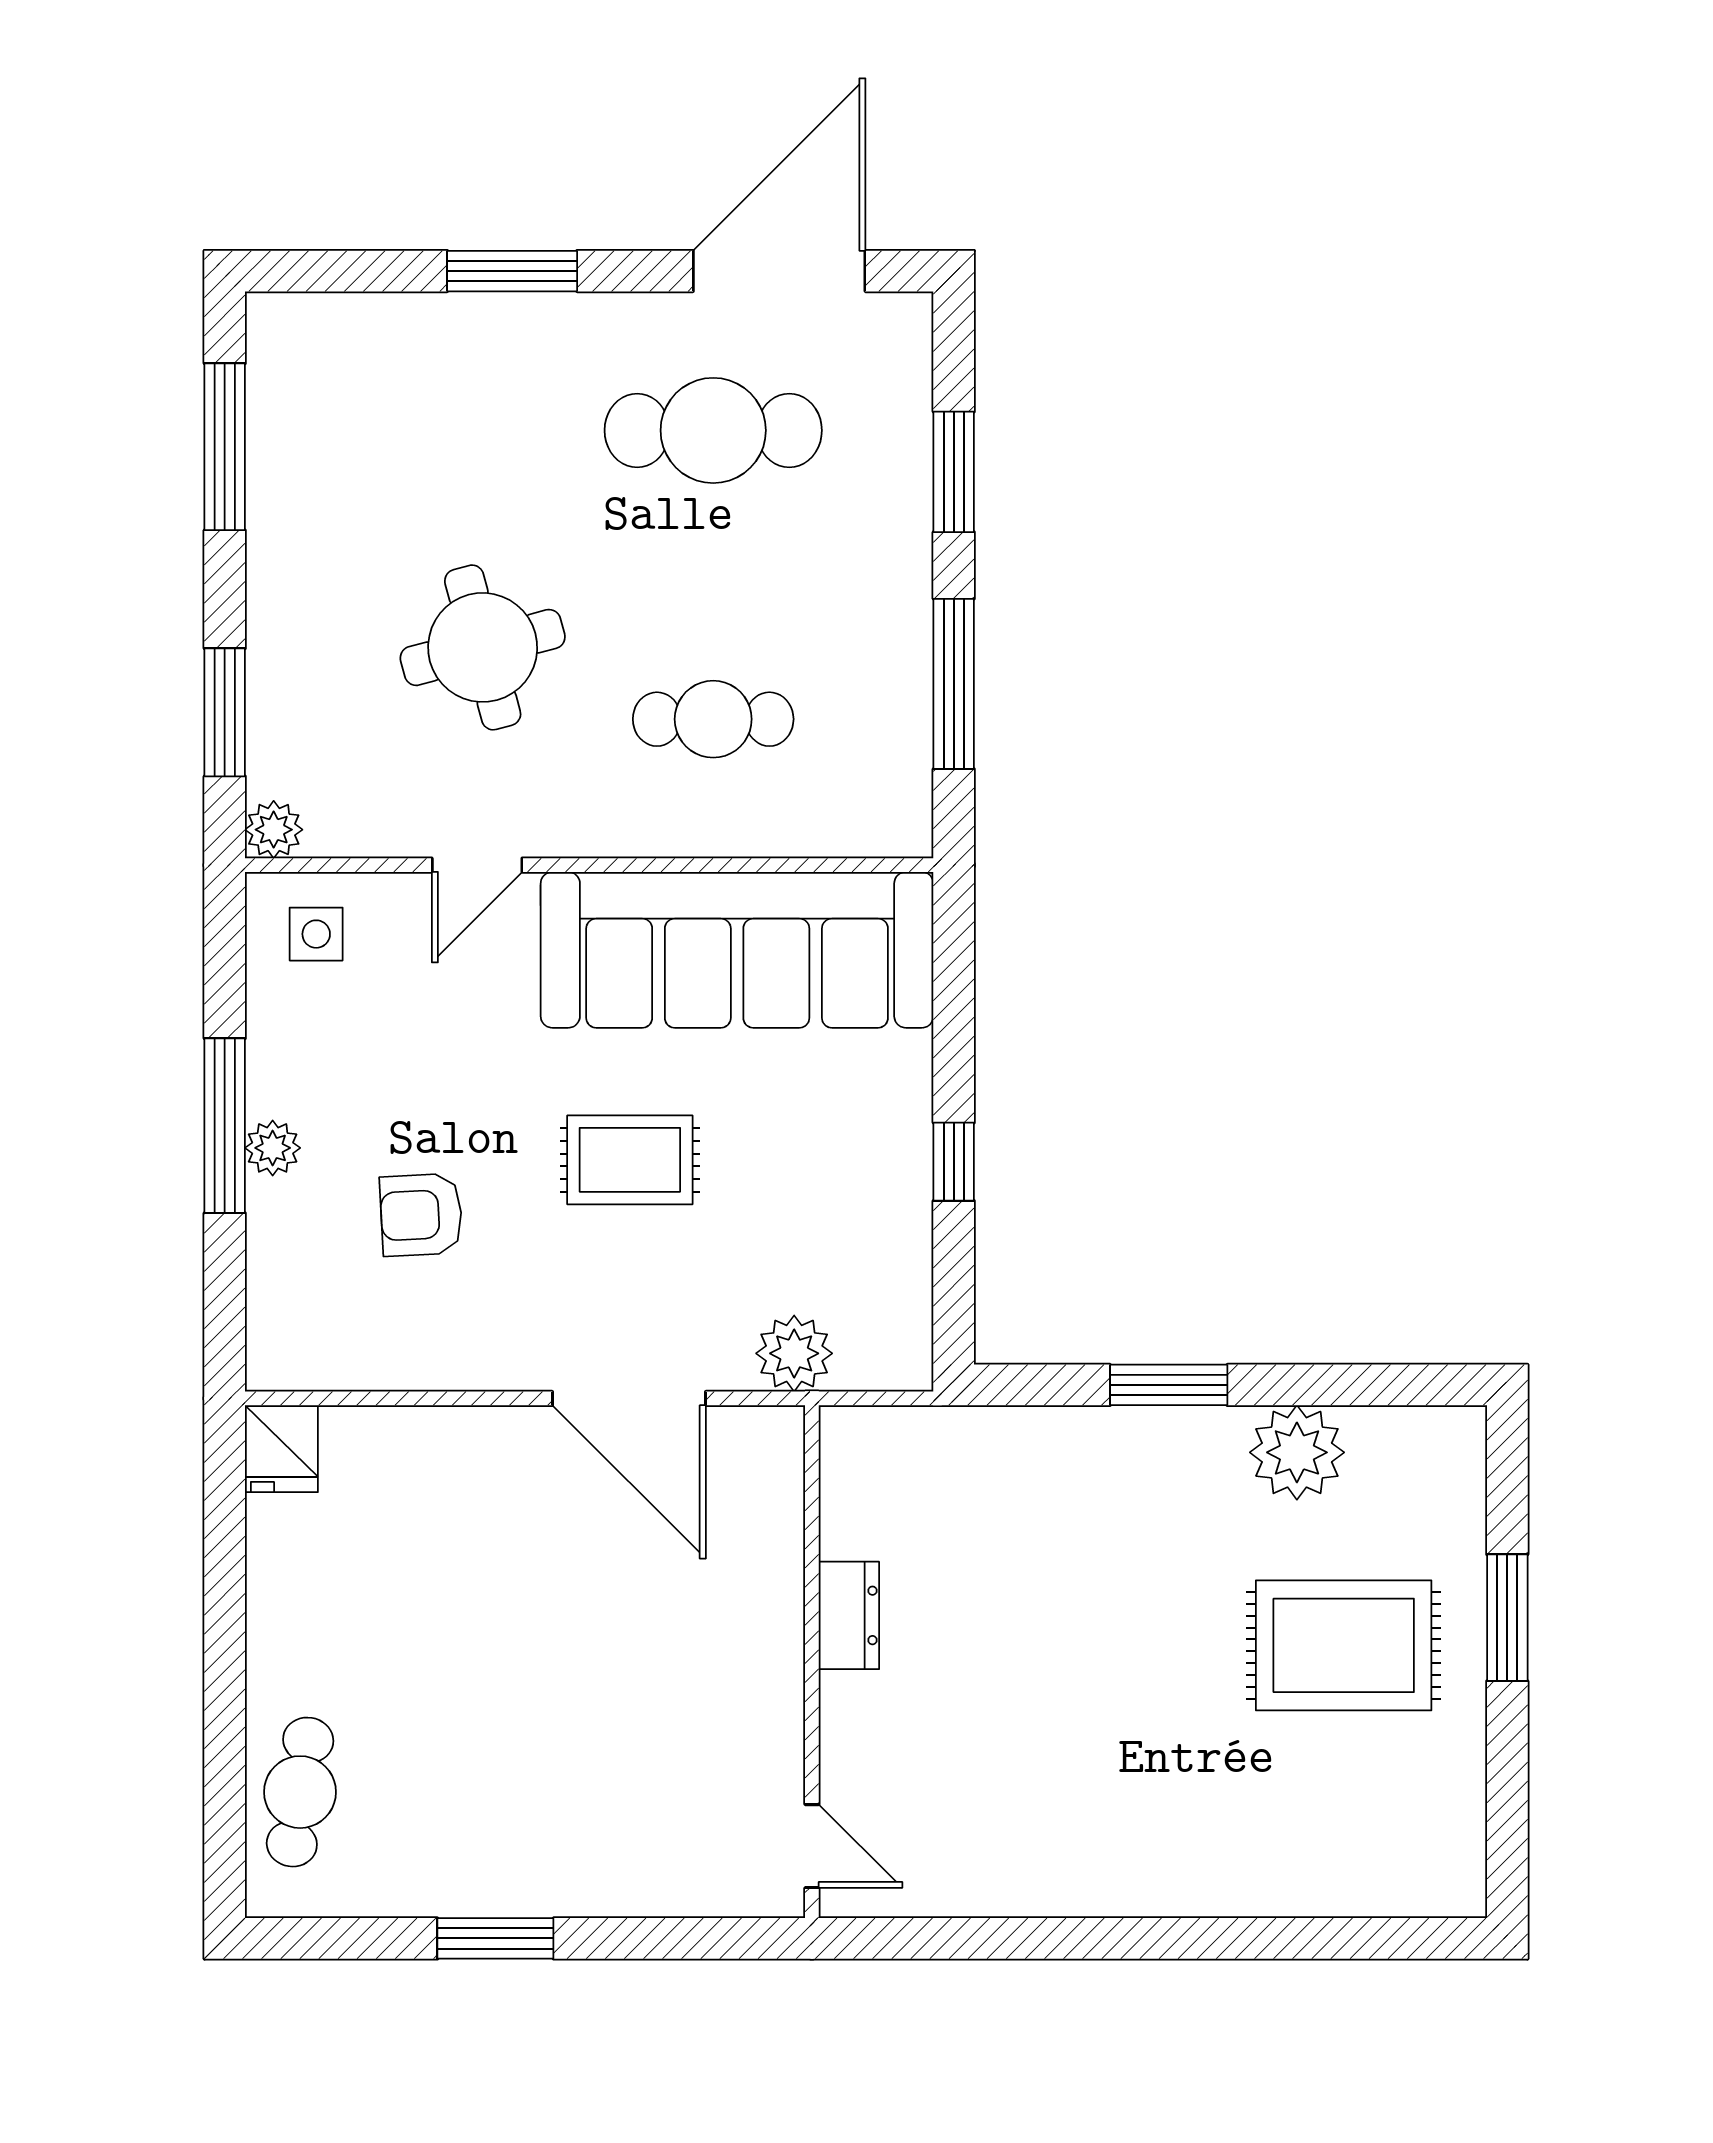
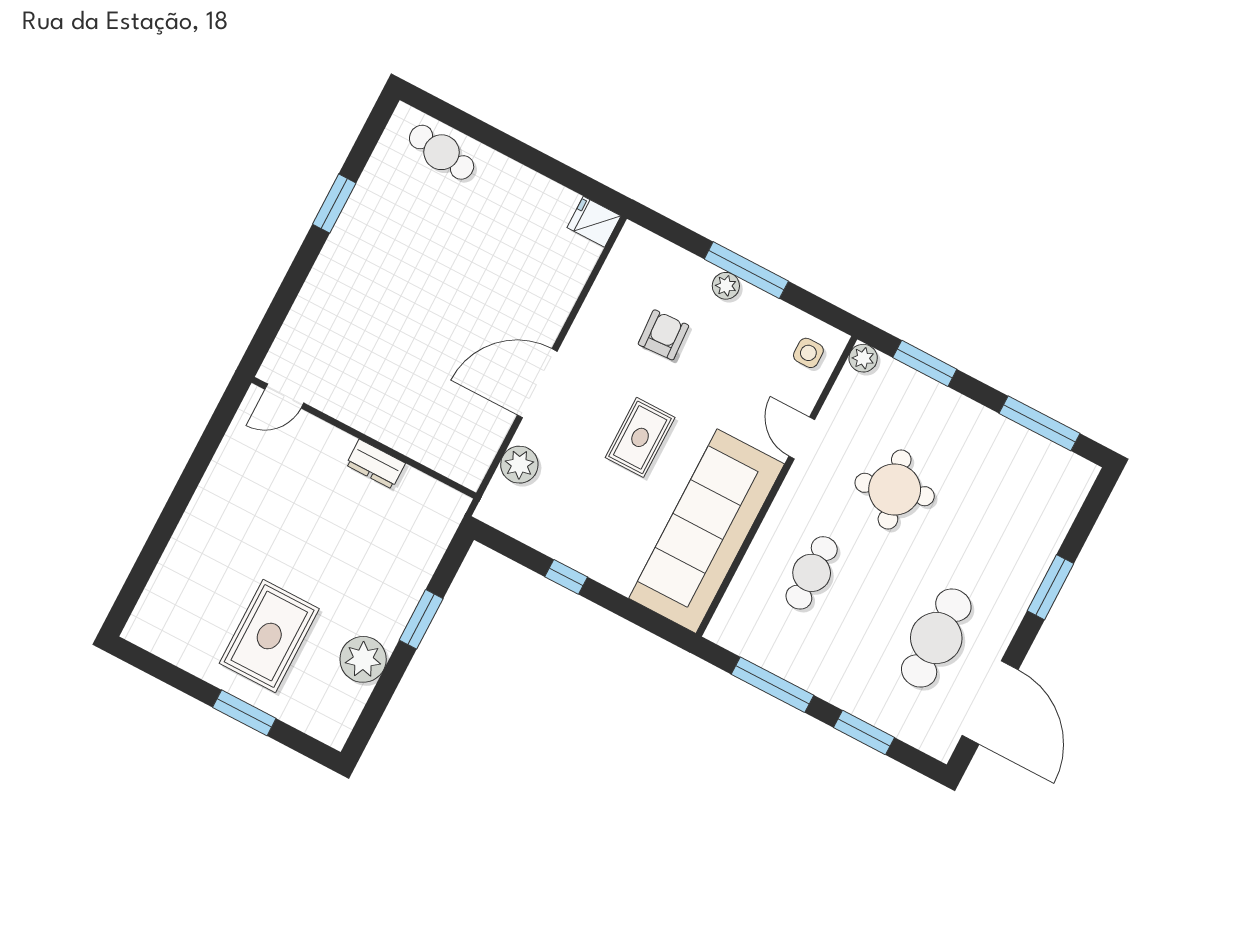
dresser: (849, 1615) -> (376, 464), moved
wall: (812, 1662) -> (364, 438), moved
door: (812, 1846) -> (284, 396), moved

